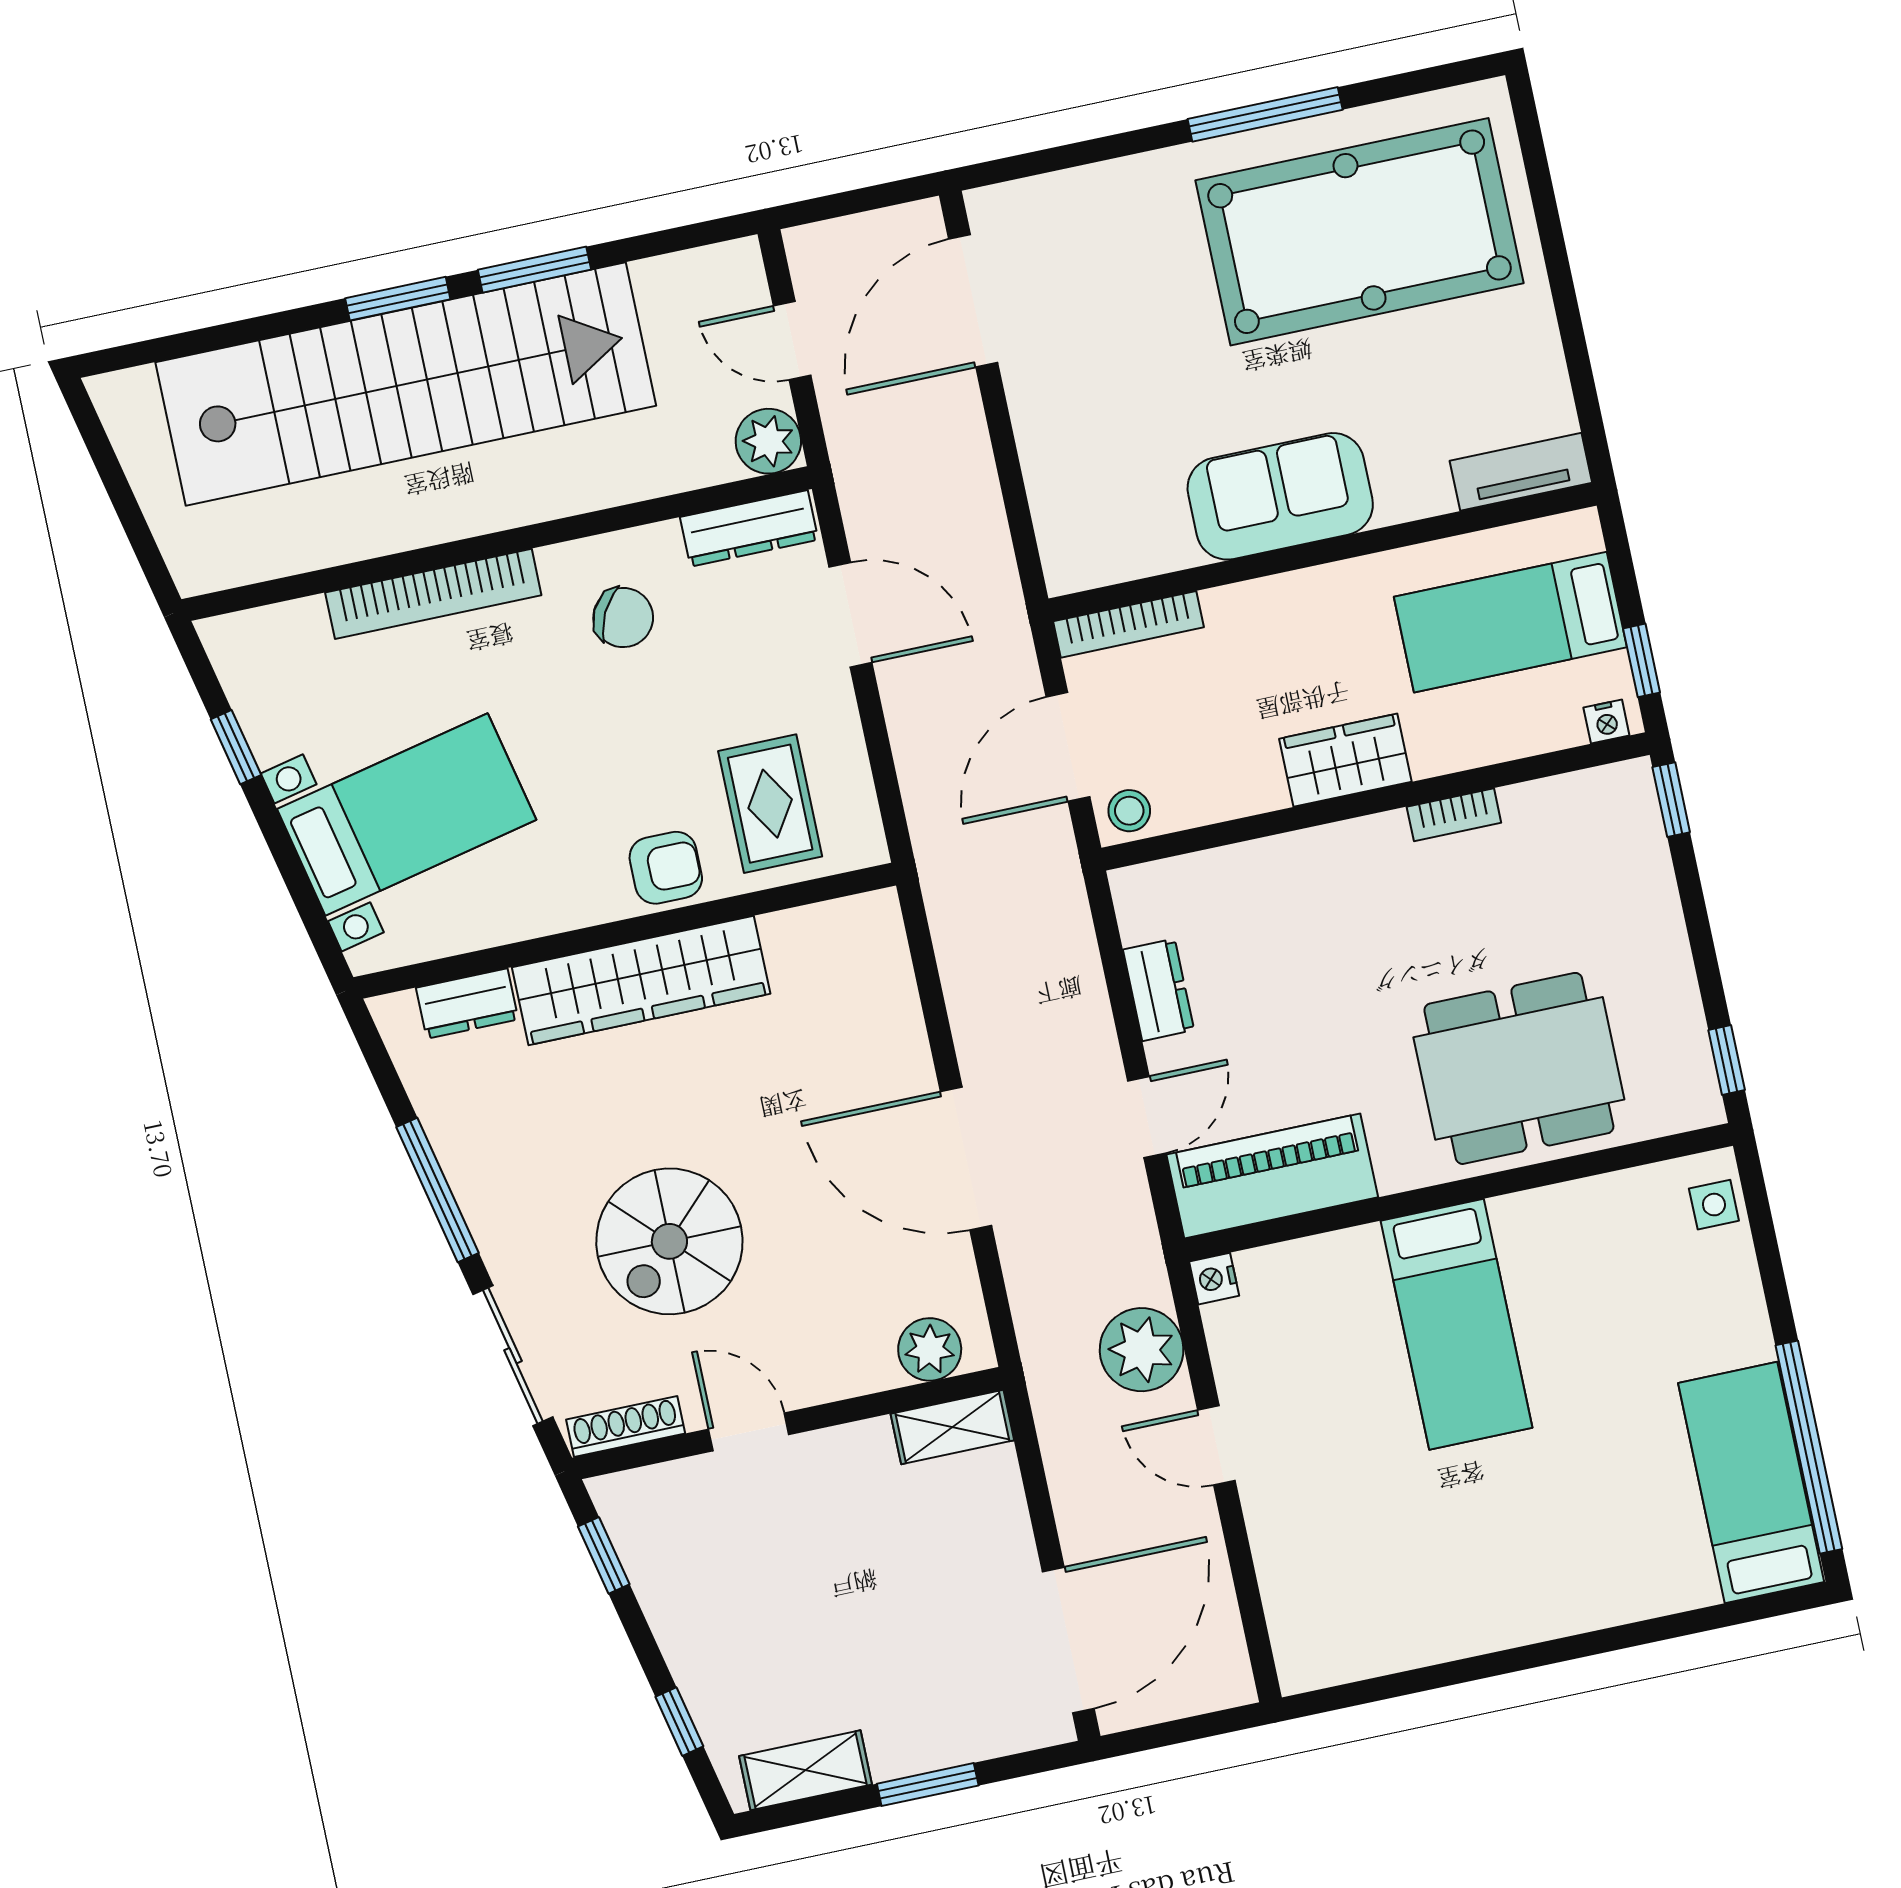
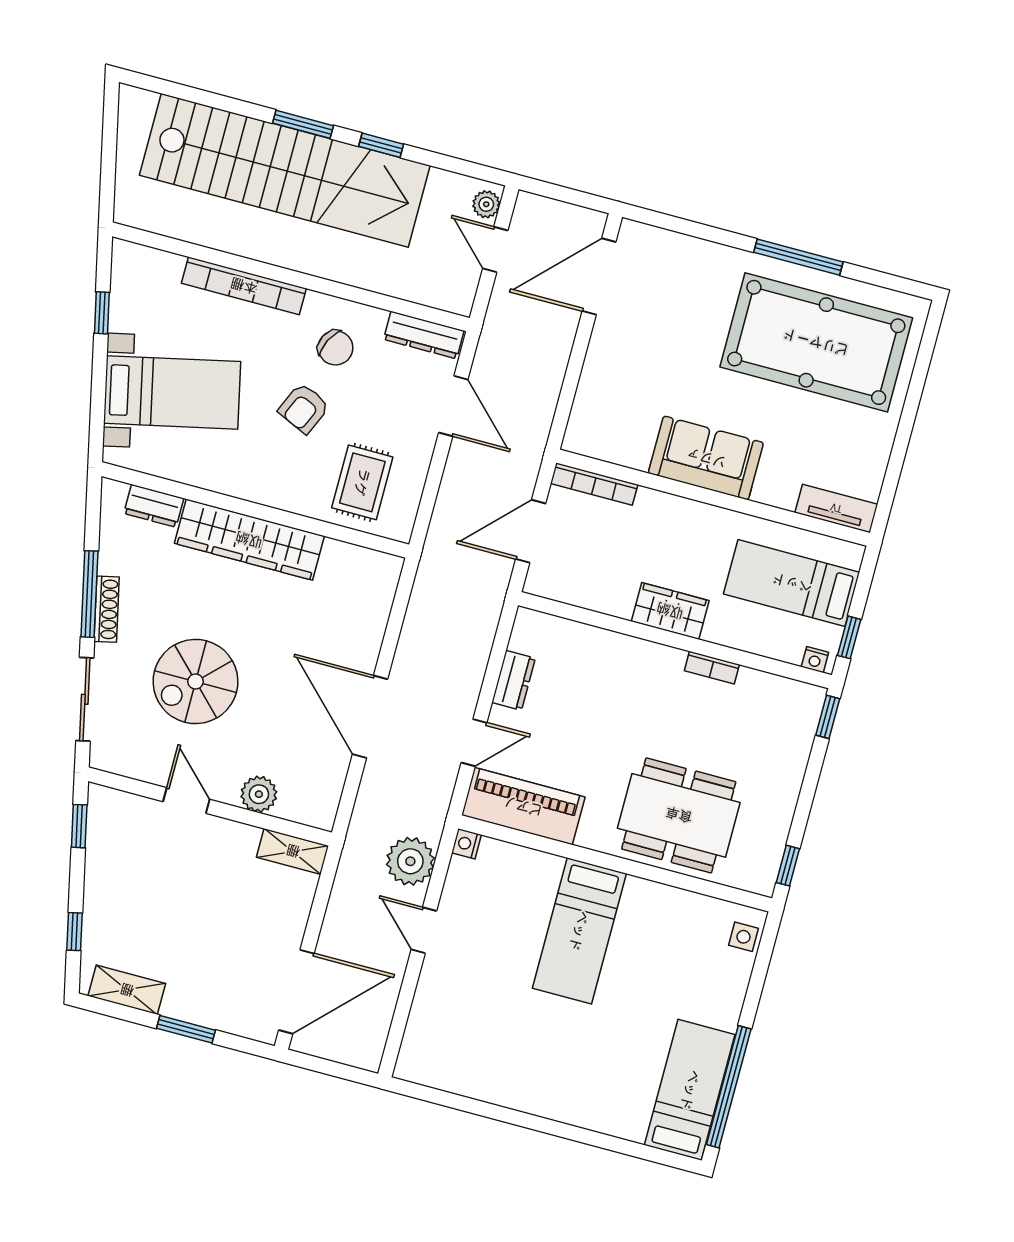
window: (534, 270) -> (381, 145), width x0.67
plant: (768, 441) -> (486, 204), moved, width x0.73, depth x0.73
stool: (1129, 811) -> (546, 580), removed
armchair: (666, 868) -> (304, 408), moved, turned 114
plant: (930, 1349) -> (259, 794), moved
shoe rack: (626, 1426) -> (107, 609), moved, turned 78

